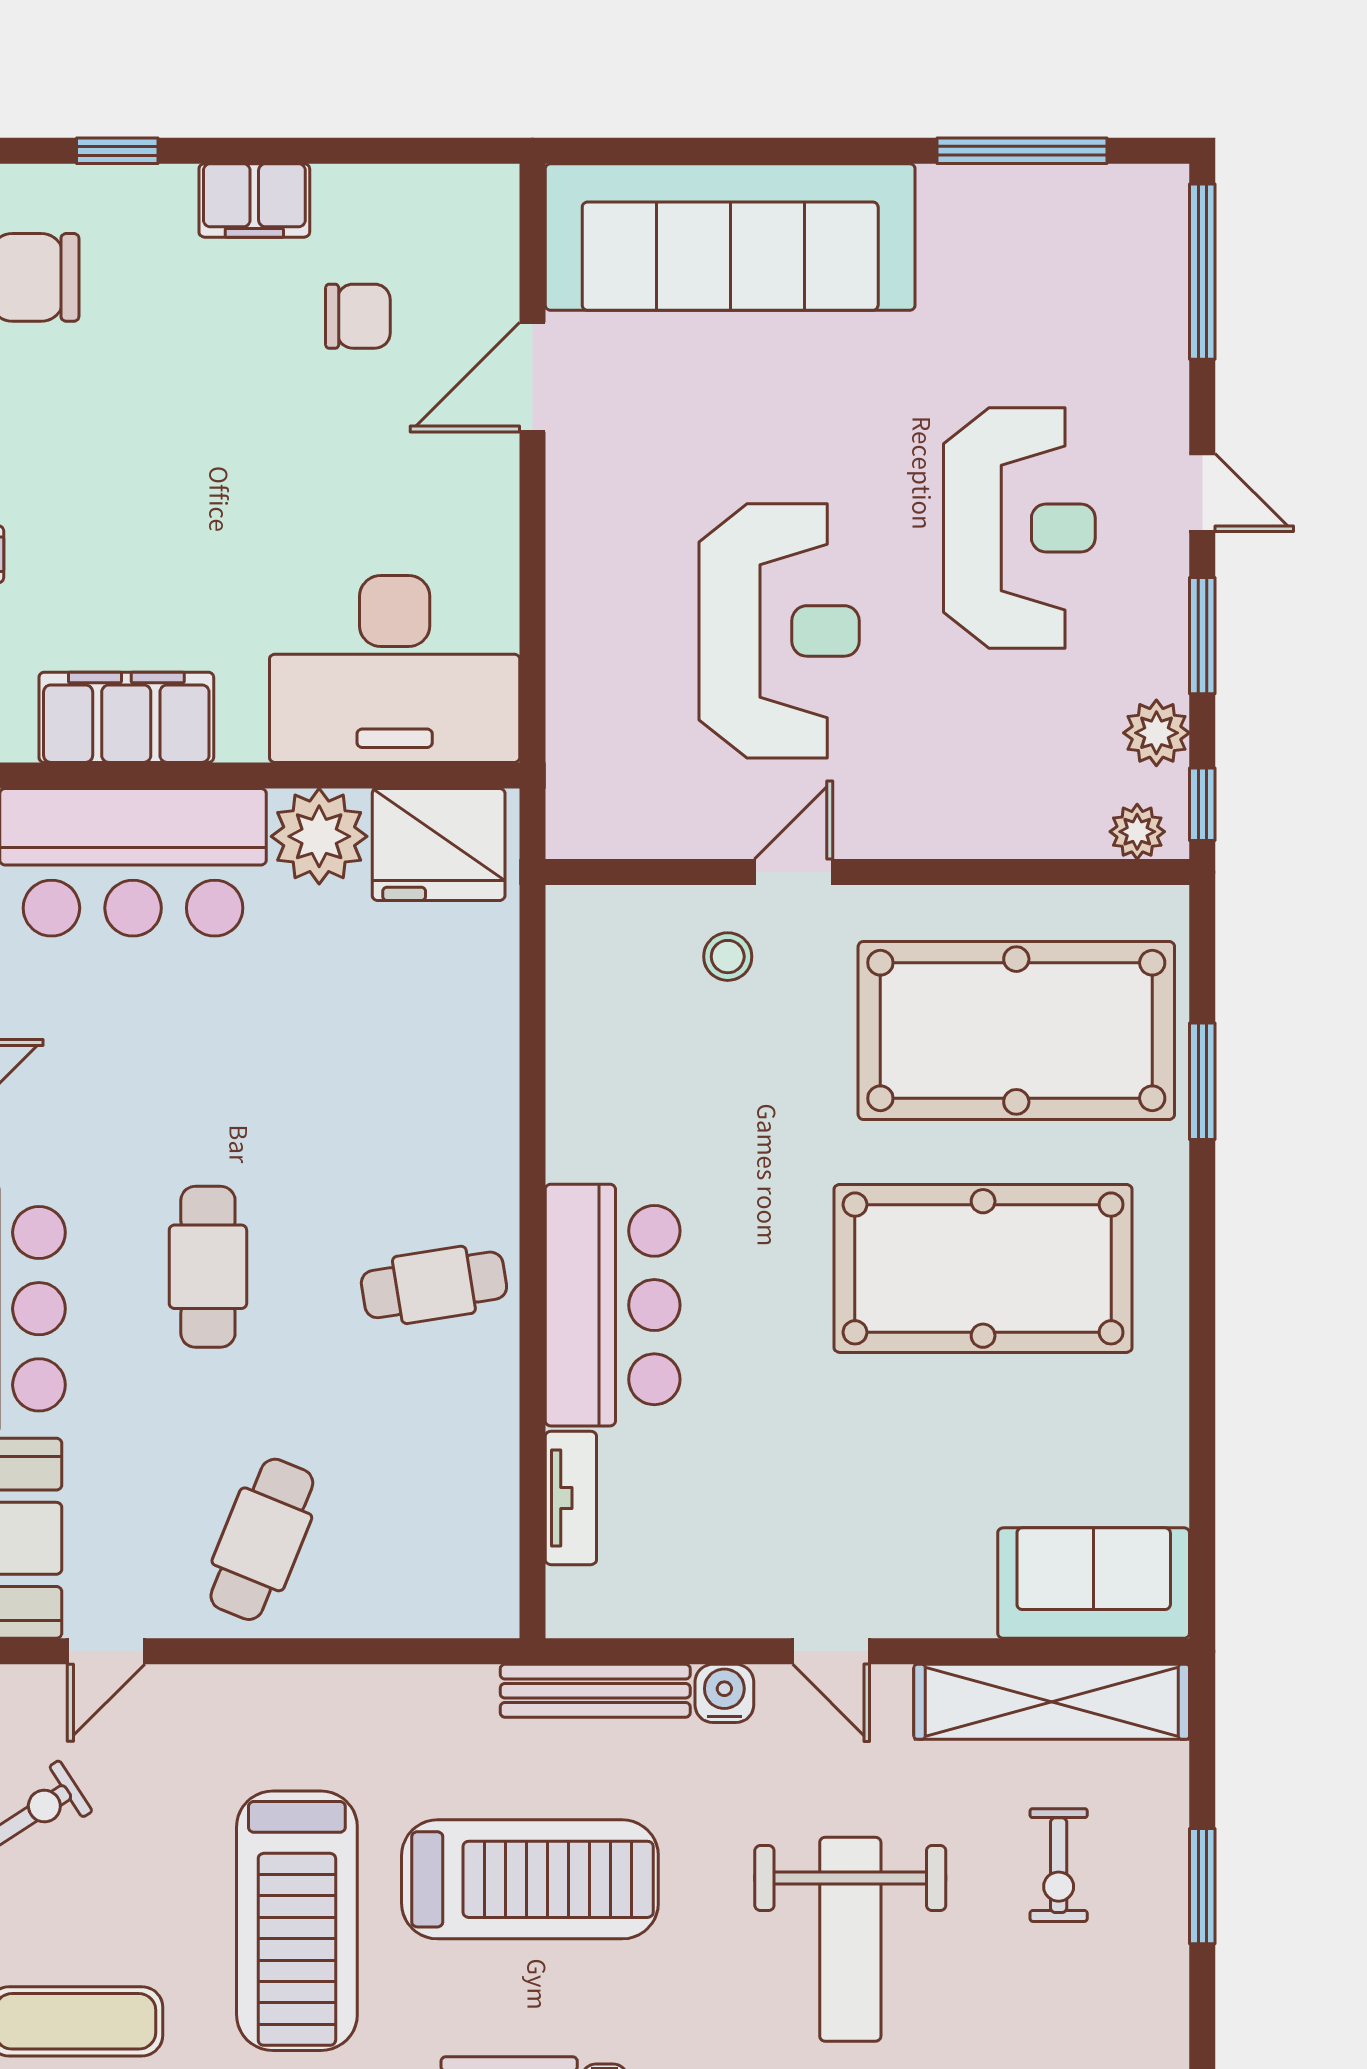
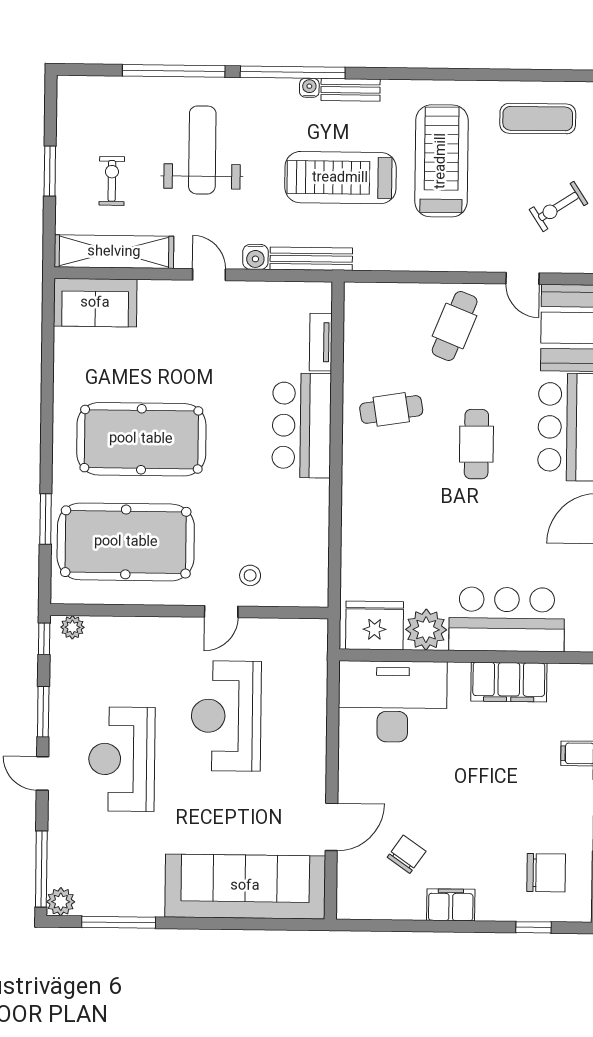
window: (117, 151) -> (534, 927), moved
chair: (358, 316) -> (407, 854), turned 125
plant: (1156, 733) -> (61, 902), moved
cafe table: (434, 1285) -> (391, 409), moved
door: (106, 1651) -> (522, 278), swing flipped

